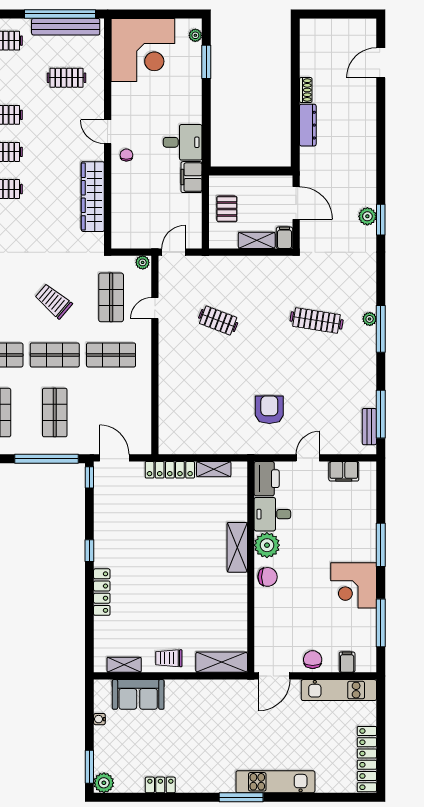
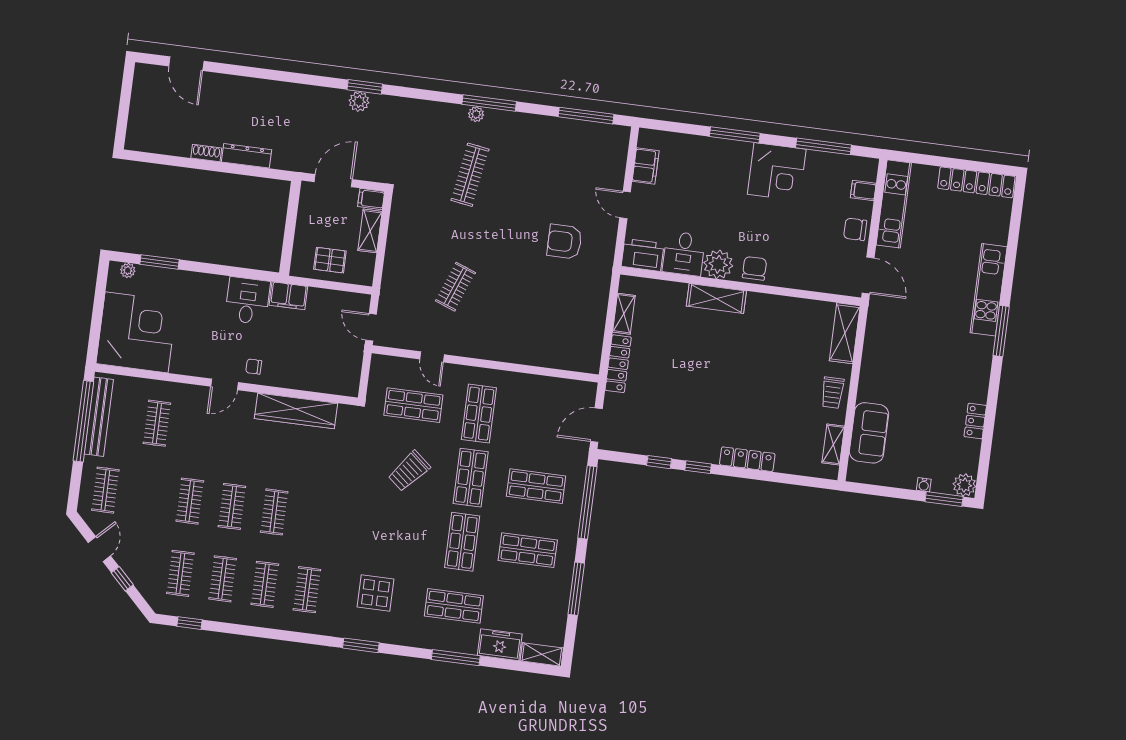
plant: (143, 262) -> (378, 364), removed
bench: (369, 427) -> (599, 130), removed
window: (89, 477) -> (659, 462), moved
water cooler: (99, 719) -> (924, 485), moved

